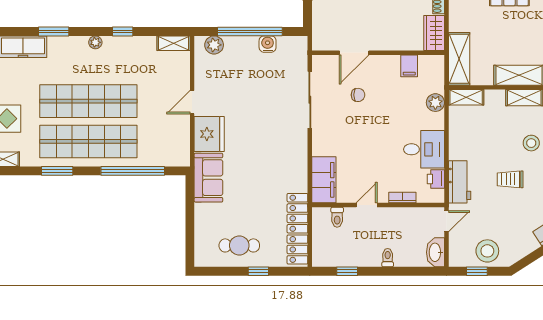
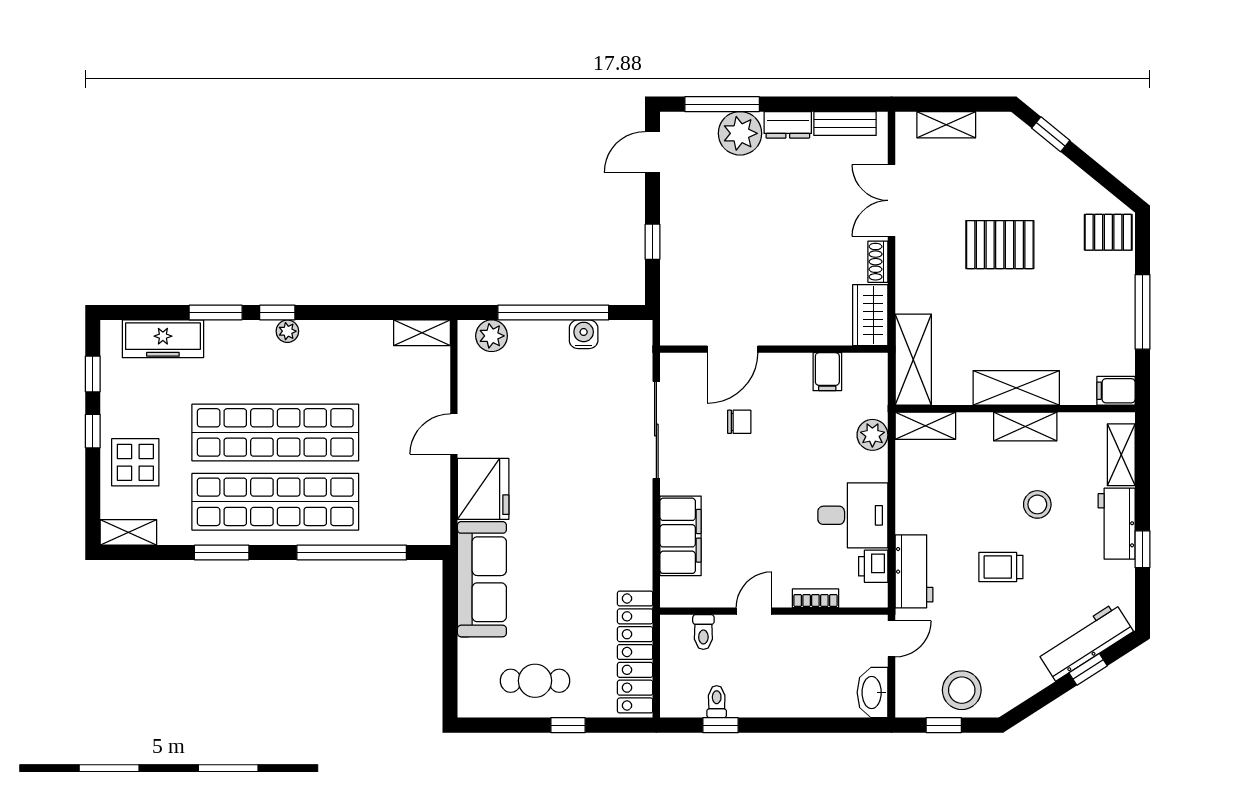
window: (123, 31) -> (277, 313), moved
sofa: (208, 178) -> (482, 579), width x1.36
filing cabinet: (324, 180) -> (681, 536), moved
toilet: (388, 258) -> (717, 702), moved

